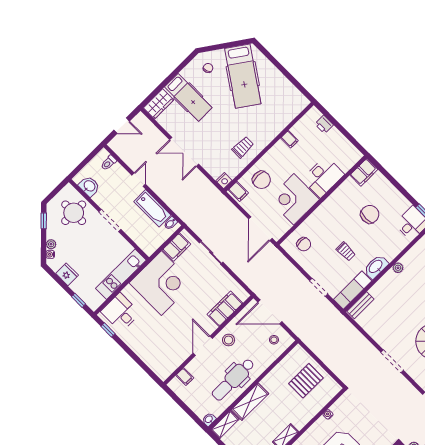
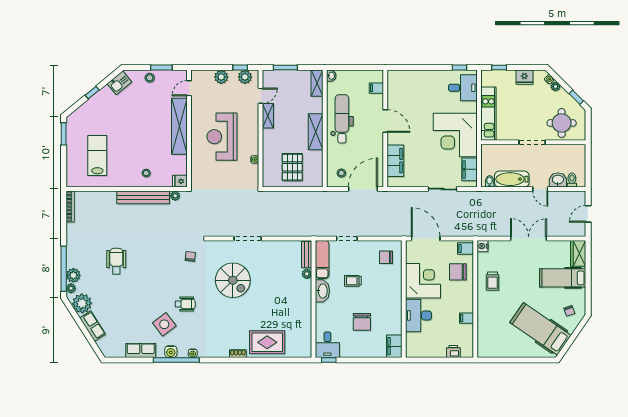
washbasin: (89, 186) -> (558, 180), moved, turned 180
plant: (398, 268) -> (307, 274), moved
stool: (229, 340) -> (372, 142), removed
shelving: (250, 402) -> (316, 132), moved

